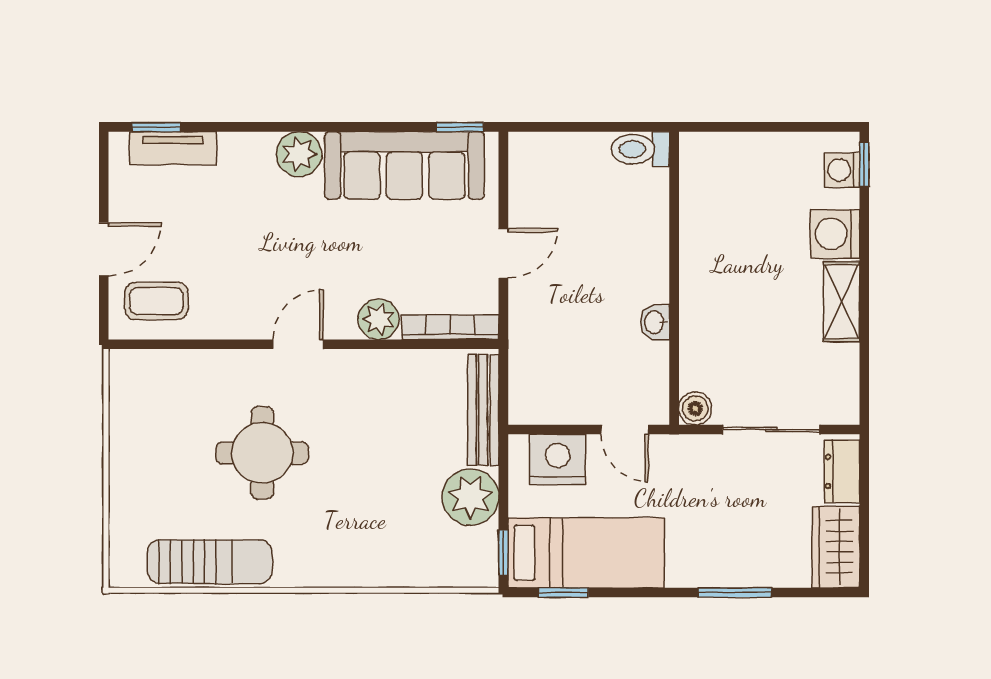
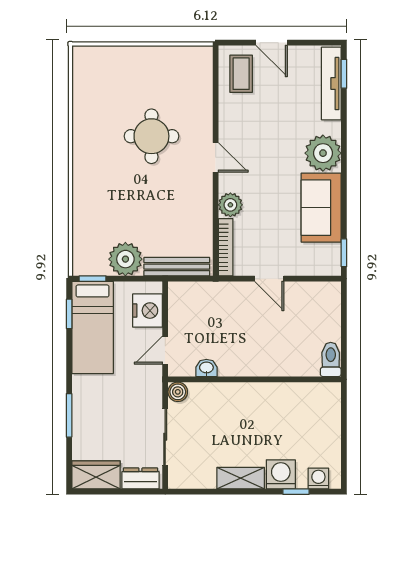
tv unit: (173, 148) -> (331, 84), width x1.41
plant: (299, 154) -> (323, 153), width x1.36, depth x1.36
sofa: (404, 165) -> (321, 208), width x0.73
window: (864, 165) -> (296, 492), moved
washbasin: (655, 322) -> (206, 368), moved
sun lounger: (210, 562) -> (87, 105), removed

